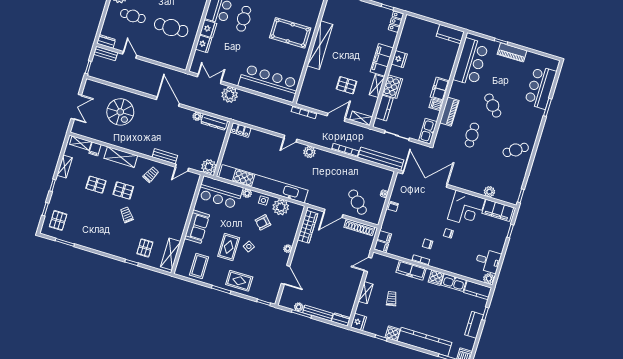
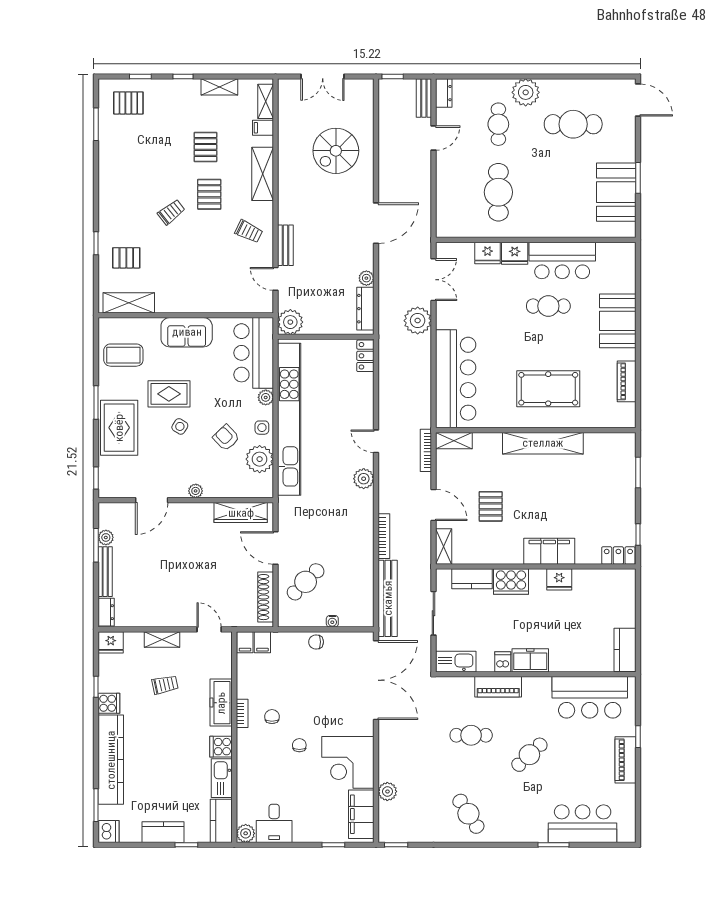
pool table: (290, 33) -> (548, 389), turned 90
shelving: (377, 86) -> (454, 441), moved
rug: (239, 281) -> (119, 428), width x1.36, depth x1.43

